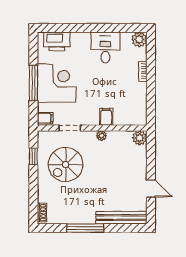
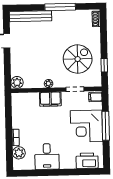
plant: (139, 39) -> (19, 153), moved
filing cabinet: (106, 117) -> (50, 99), width x2.00

